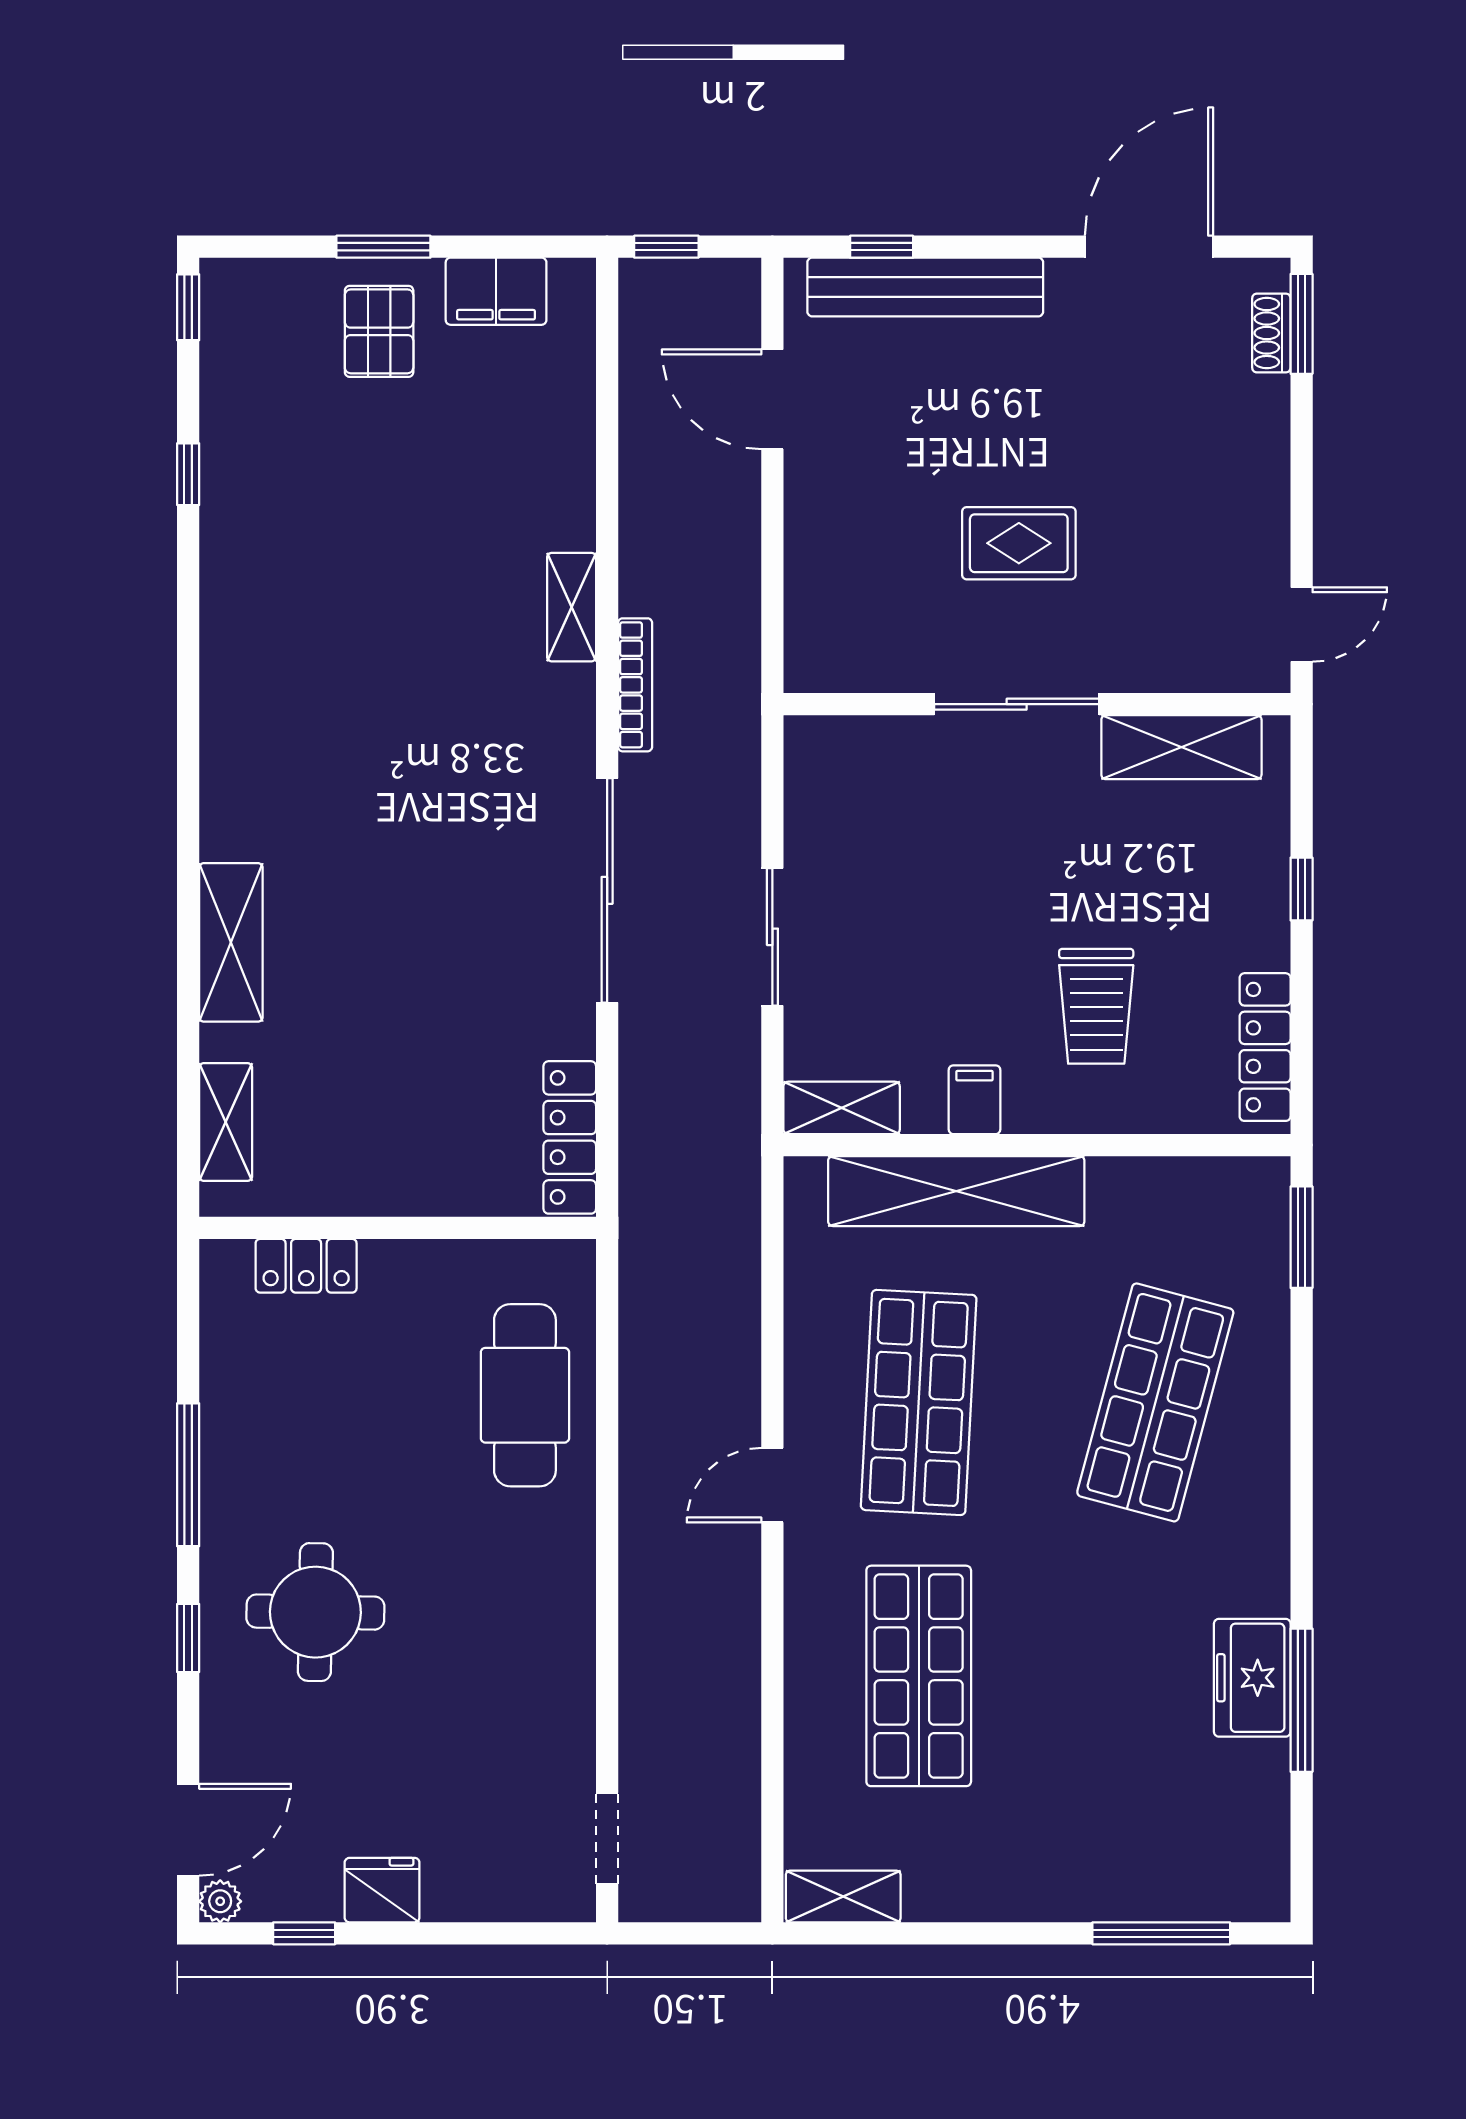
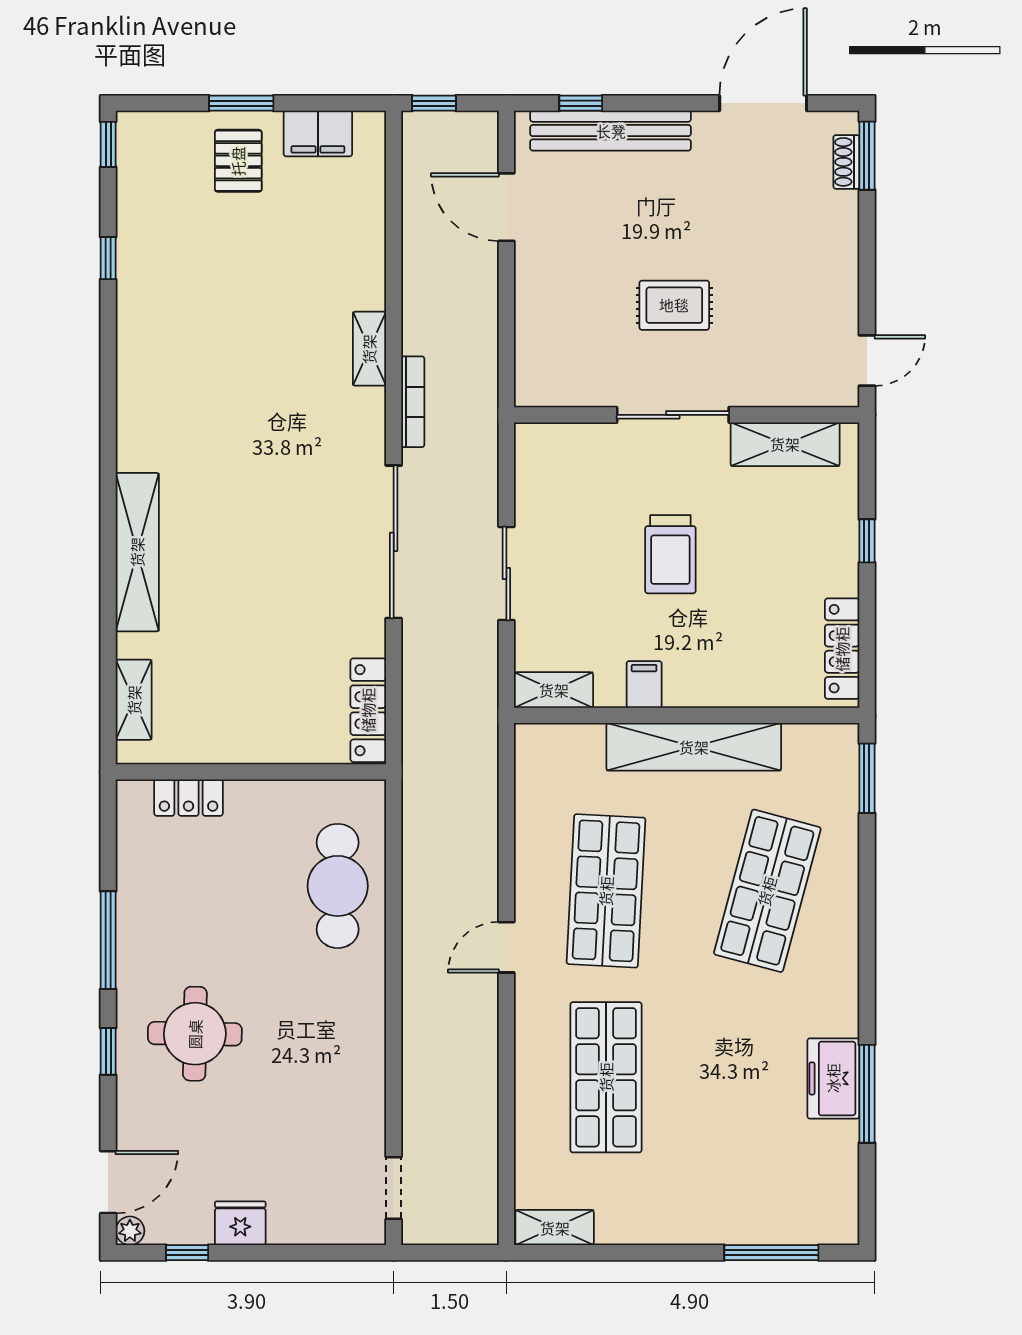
shelving: (231, 942) -> (137, 552), width x1.47
trolley: (1096, 1006) -> (670, 554), moved
shelving: (956, 1191) -> (694, 747), moved

